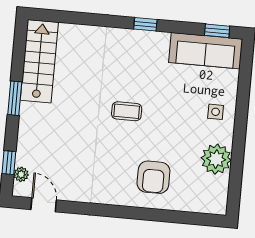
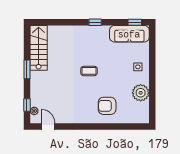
armchair: (153, 177) -> (107, 106), turned 90

